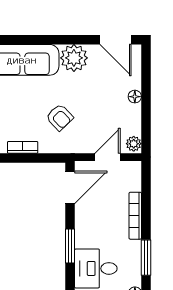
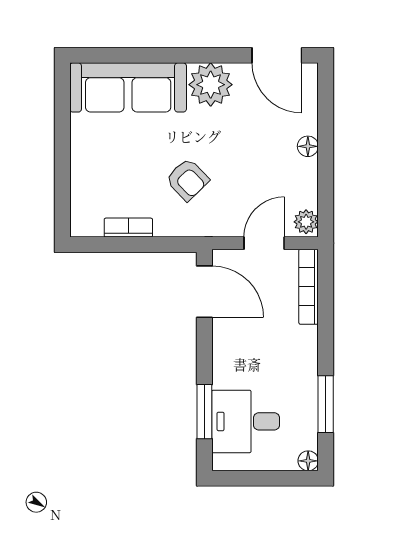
door: (70, 187) -> (204, 292), hinge flipped
bookcase: (135, 216) -> (309, 287), moved
window: (70, 246) -> (204, 412), moved

